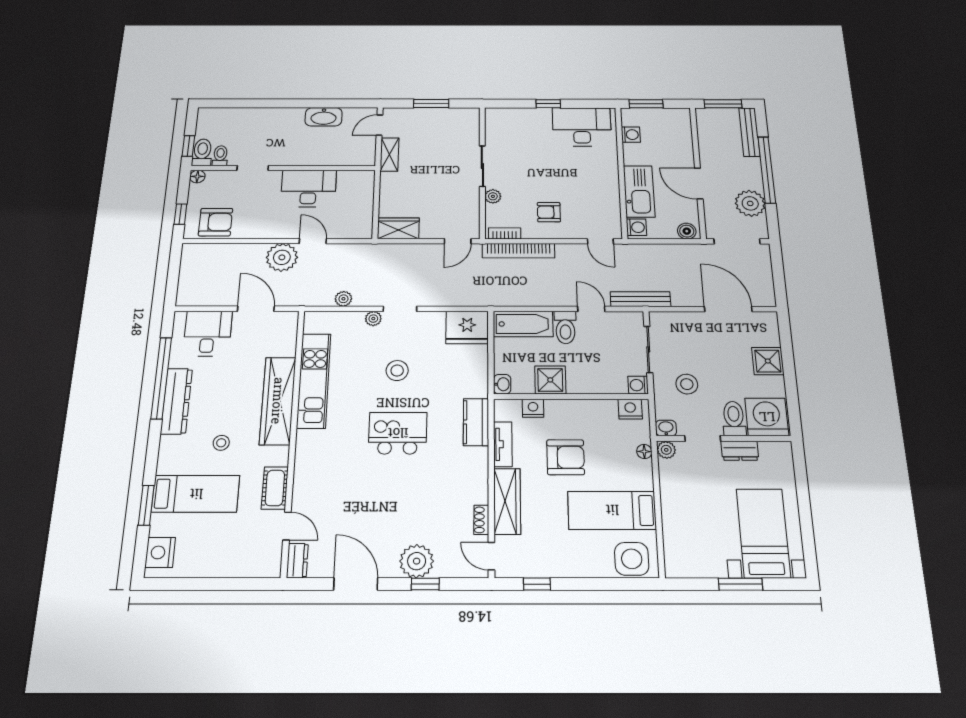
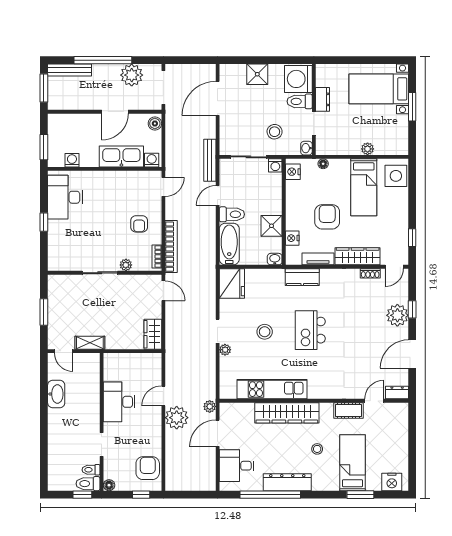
plant: (343, 299) -> (210, 406), moved
plant: (666, 450) -> (368, 149), moved

